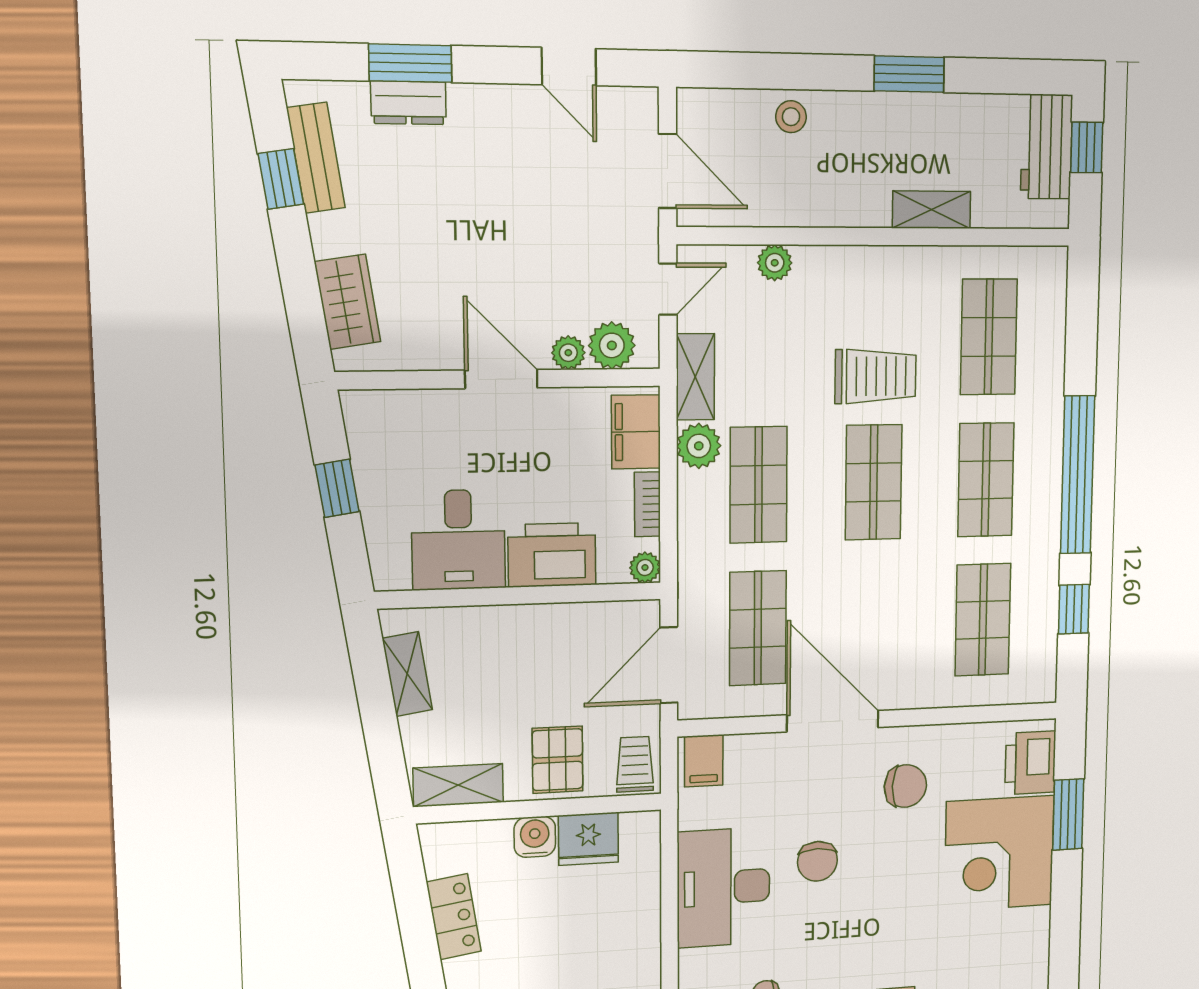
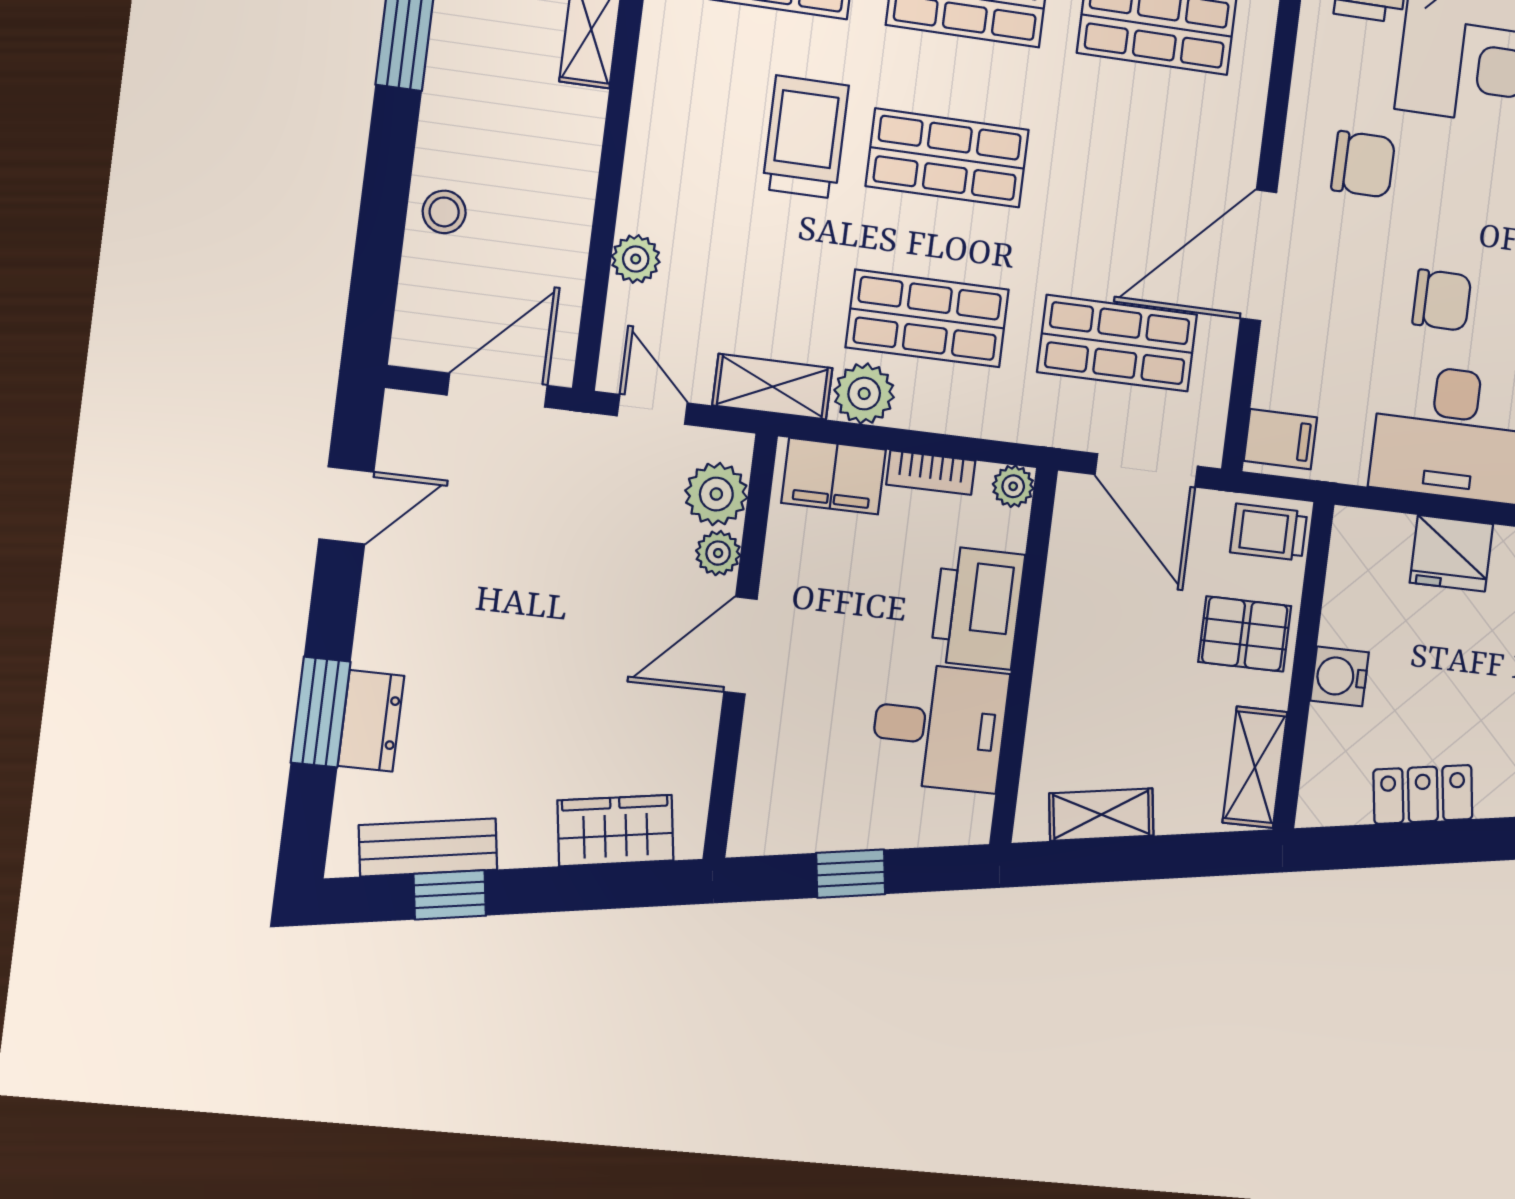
chair: (905, 786) -> (1363, 164), turned 88
fridge: (588, 839) -> (1451, 553), moved, turned 90

